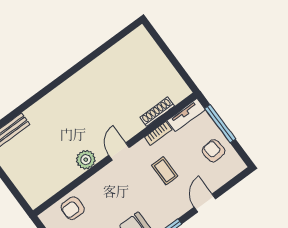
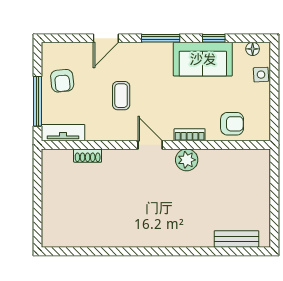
shoe rack: (157, 112) -> (88, 156), width x0.70
bookcase: (158, 133) -> (190, 135), moved
door: (119, 151) -> (150, 145), swing flipped

